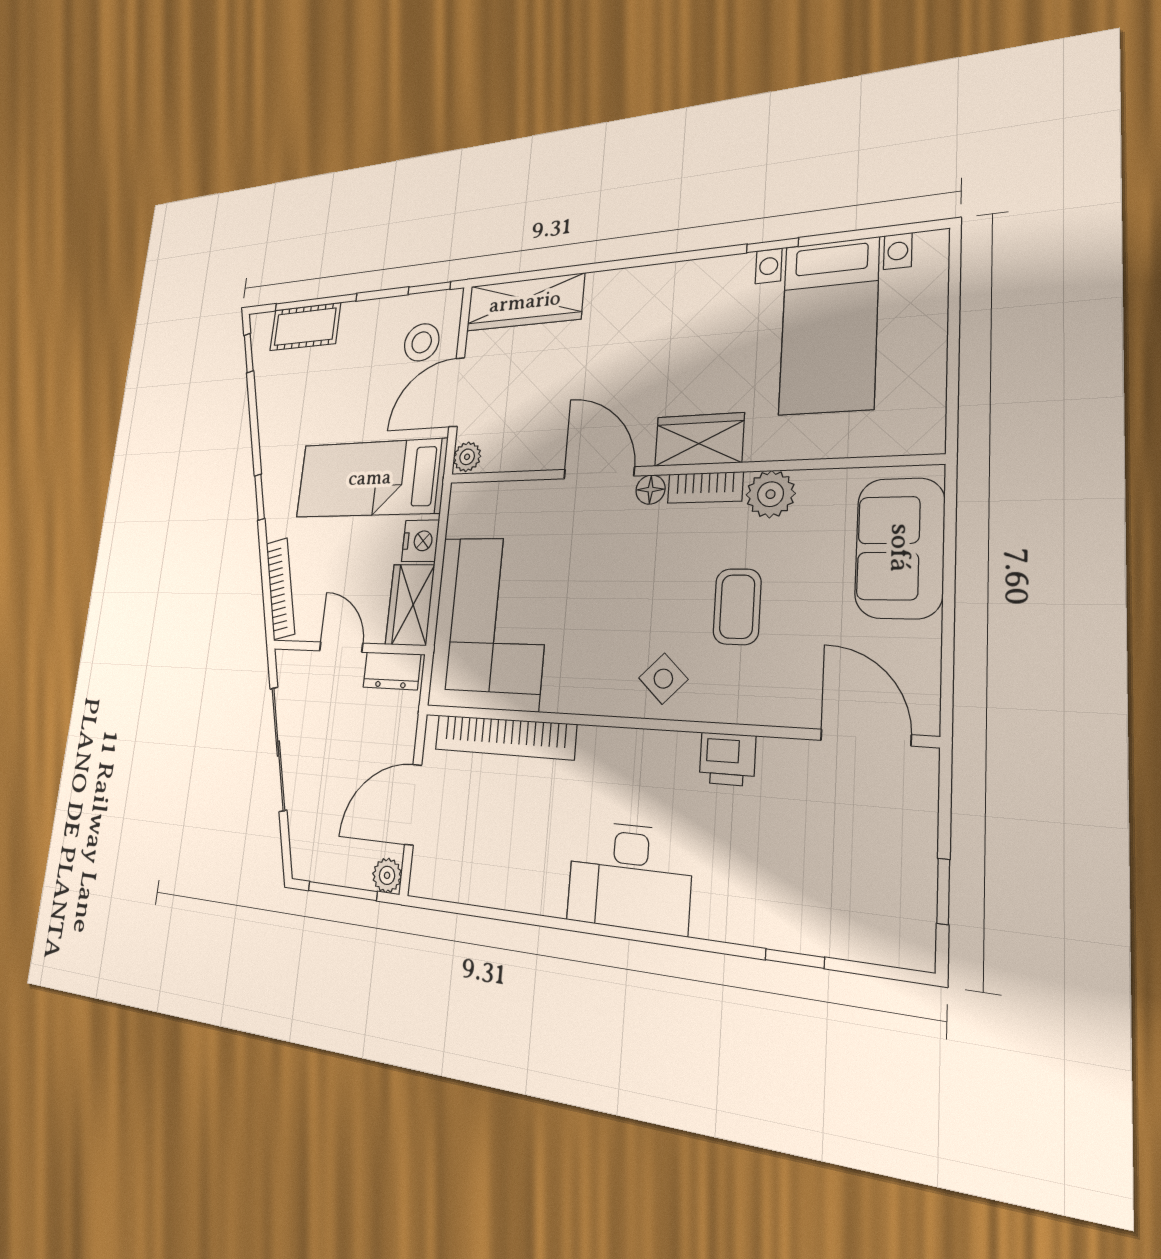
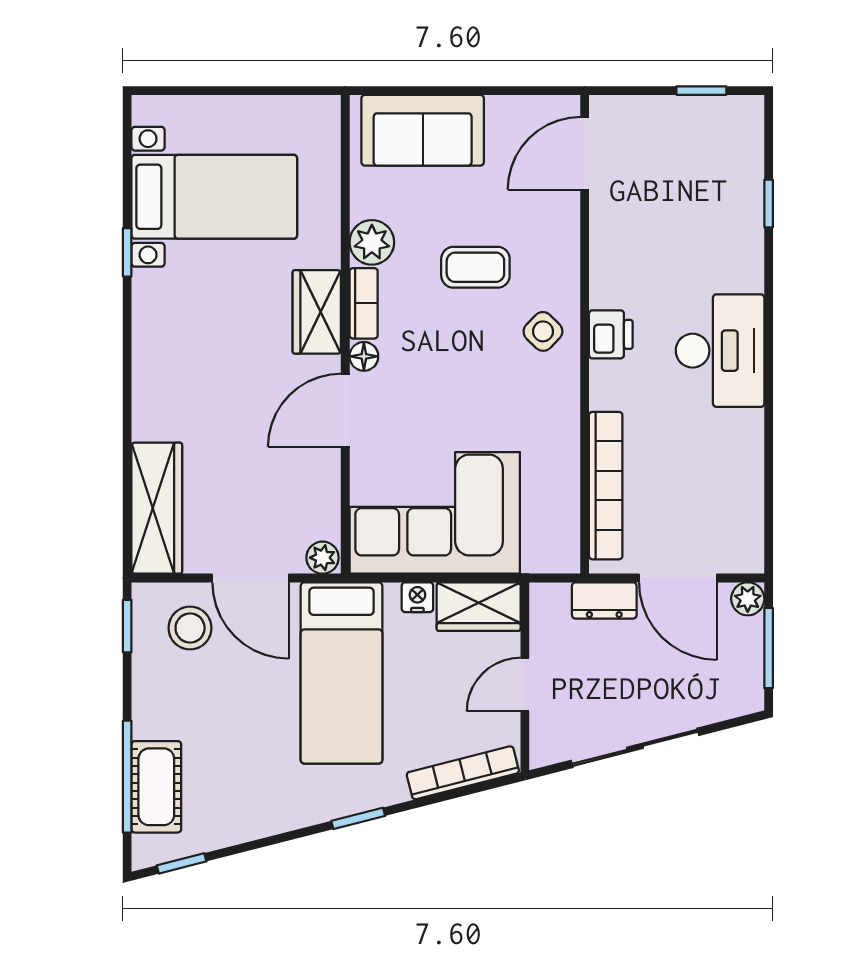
nightstand: (420, 541) -> (417, 597), width x0.72, depth x0.74
corner sofa: (490, 623) -> (435, 513), moved
dresser: (392, 671) -> (604, 600), moved, turned 90
printer: (727, 759) -> (611, 334), moved

